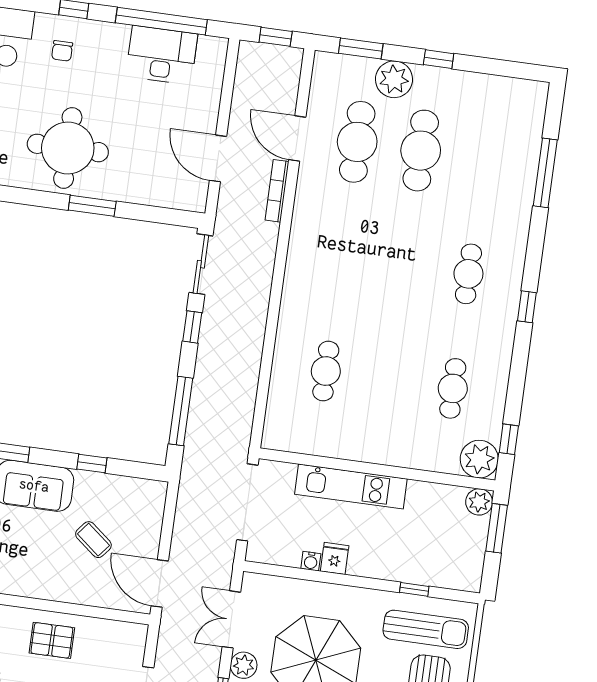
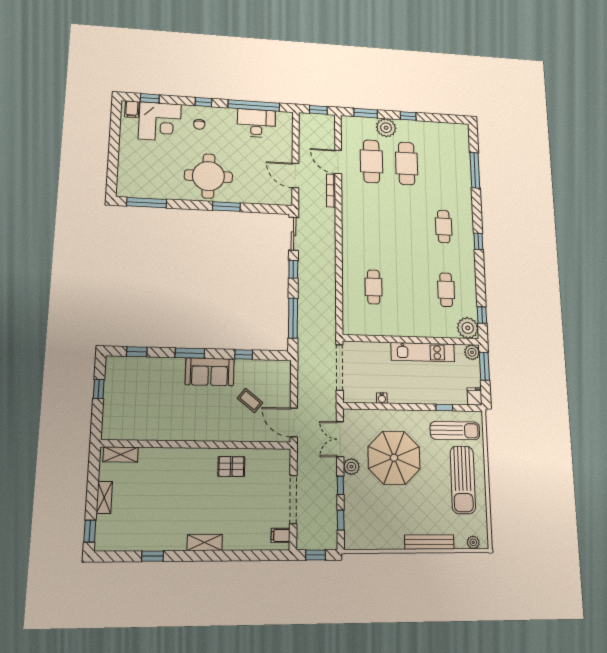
kitchen unit: (351, 486) -> (423, 352), moved
fridge: (335, 558) -> (475, 396), moved

